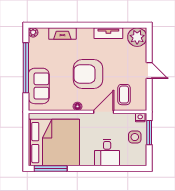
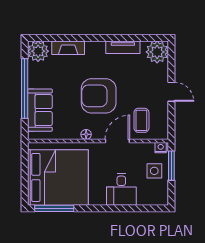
plant: (33, 32) -> (38, 51), width x1.88, depth x1.88

